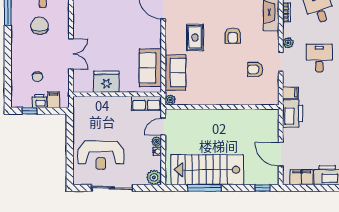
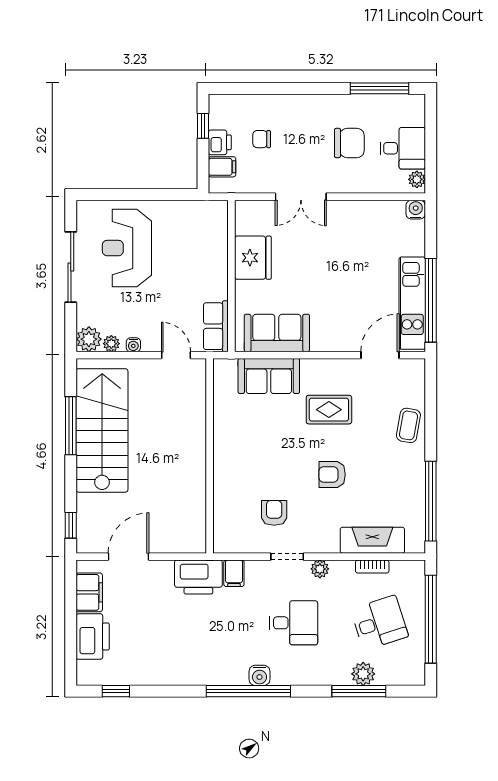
plant: (170, 100) -> (222, 367), removed
plant: (157, 142) -> (111, 344), moved

